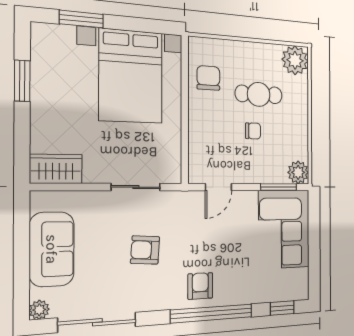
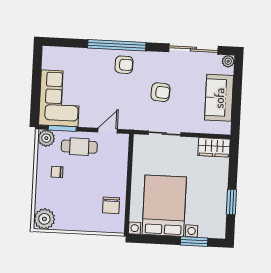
cafe table: (259, 94) -> (79, 147), moved
chair: (253, 131) -> (57, 172), moved
armchair: (200, 286) -> (124, 65), turned -89
window: (282, 308) -> (64, 43), removed

